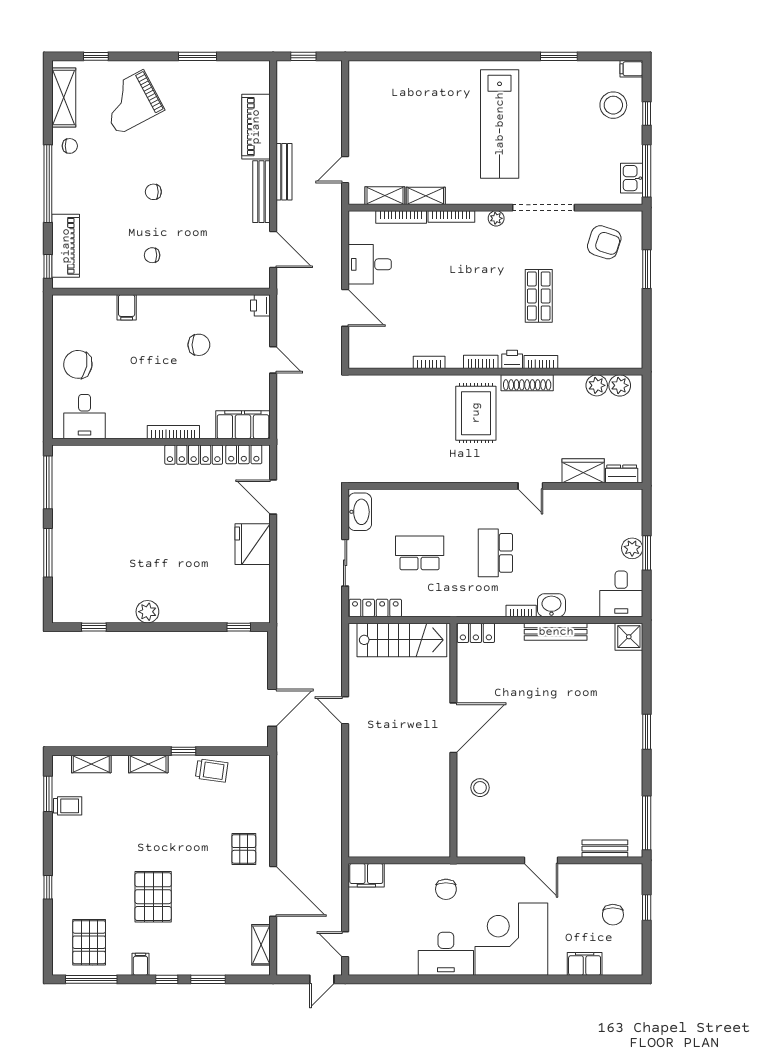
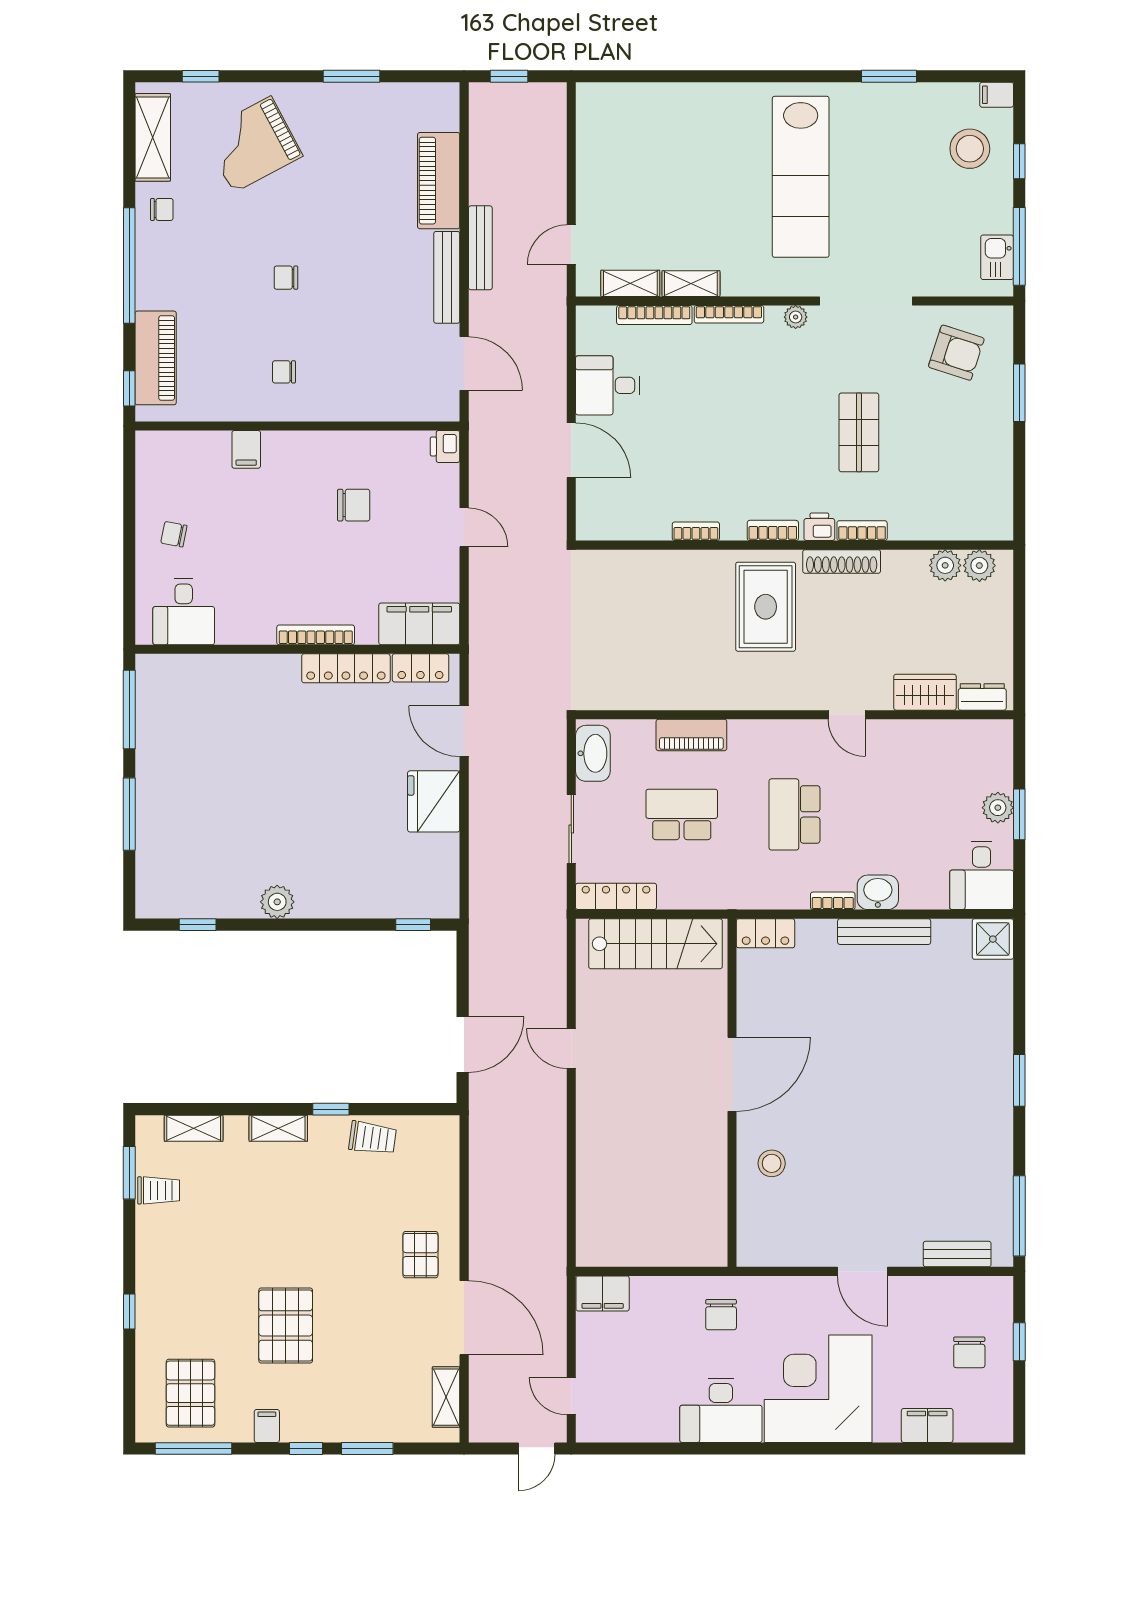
chair: (78, 364) -> (174, 534), width x0.54, depth x0.54
piano: (426, 499) -> (691, 735), added

